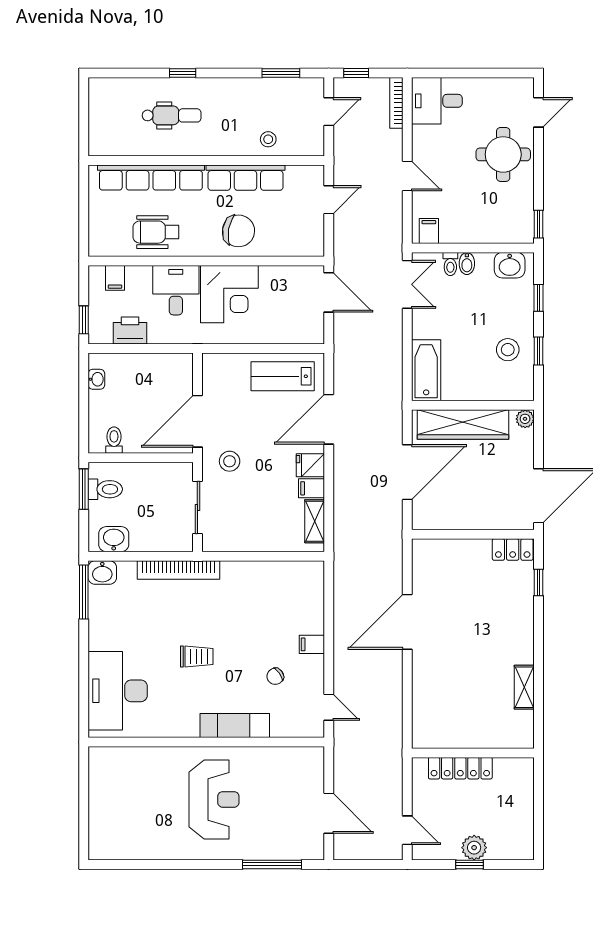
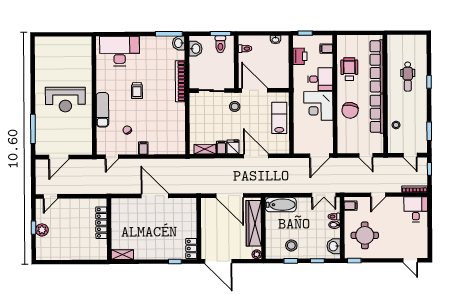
round table: (503, 154) -> (365, 235), moved
lab bench: (283, 376) -> (279, 118), moved
wall: (473, 753) -> (109, 229), moved
locker: (460, 768) -> (101, 223), moved

